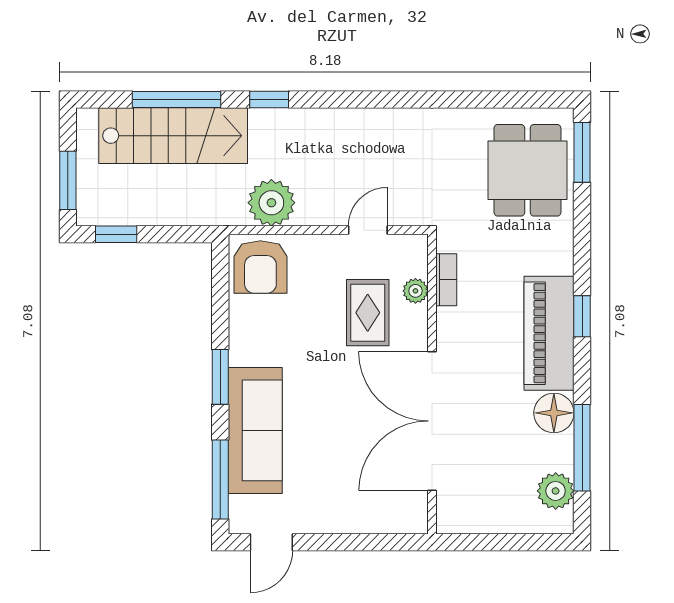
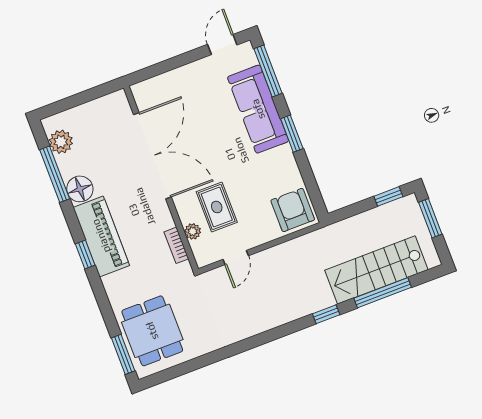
plant: (271, 203) -> (301, 252), removed

